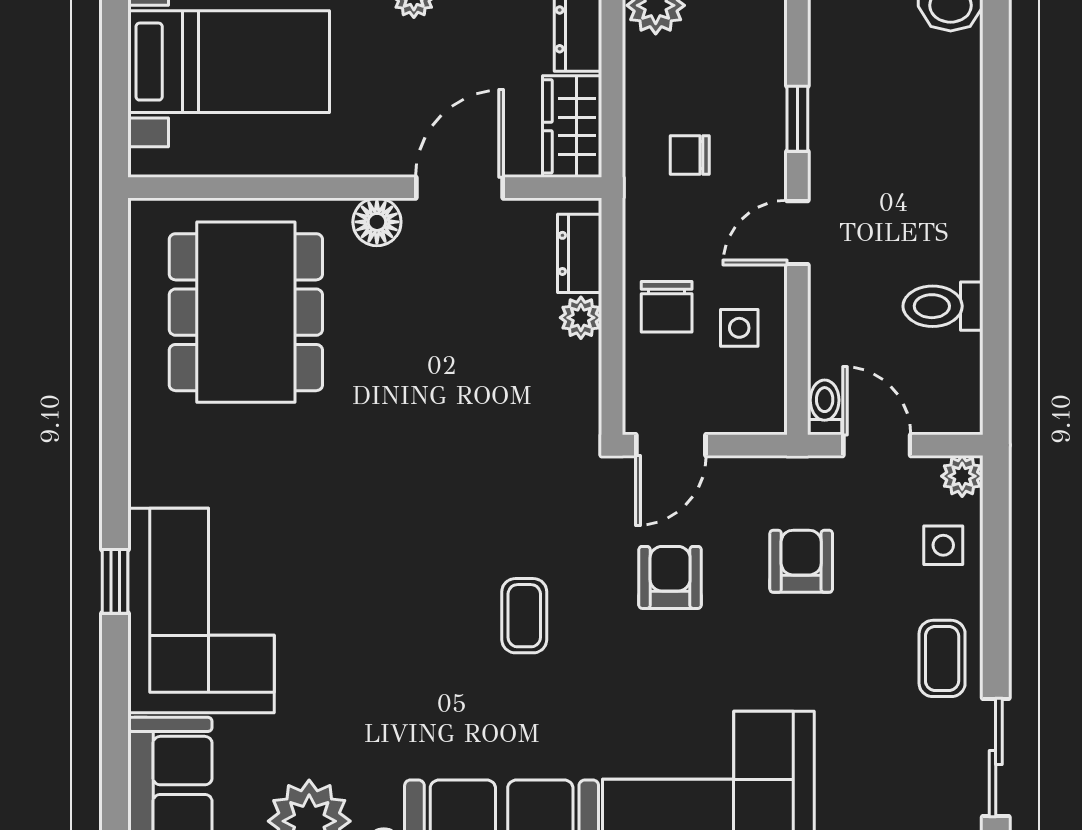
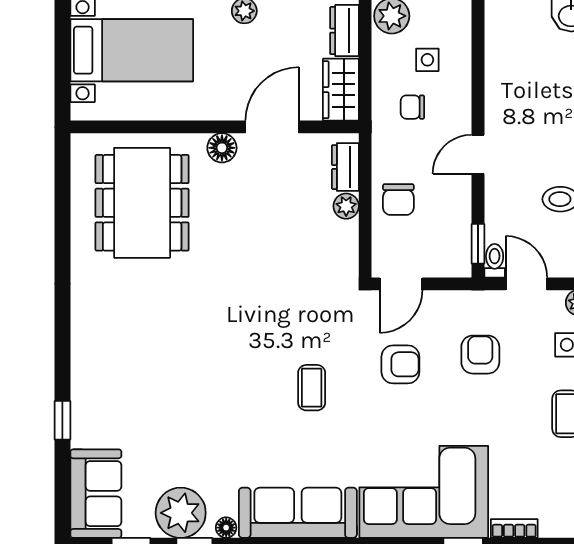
window: (797, 119) -> (478, 244), moved
side table: (739, 328) -> (427, 60), moved
armchair: (670, 577) -> (400, 364), turned 90
window: (115, 581) -> (62, 420), moved
corner sofa: (201, 611) -> (115, 385), removed

